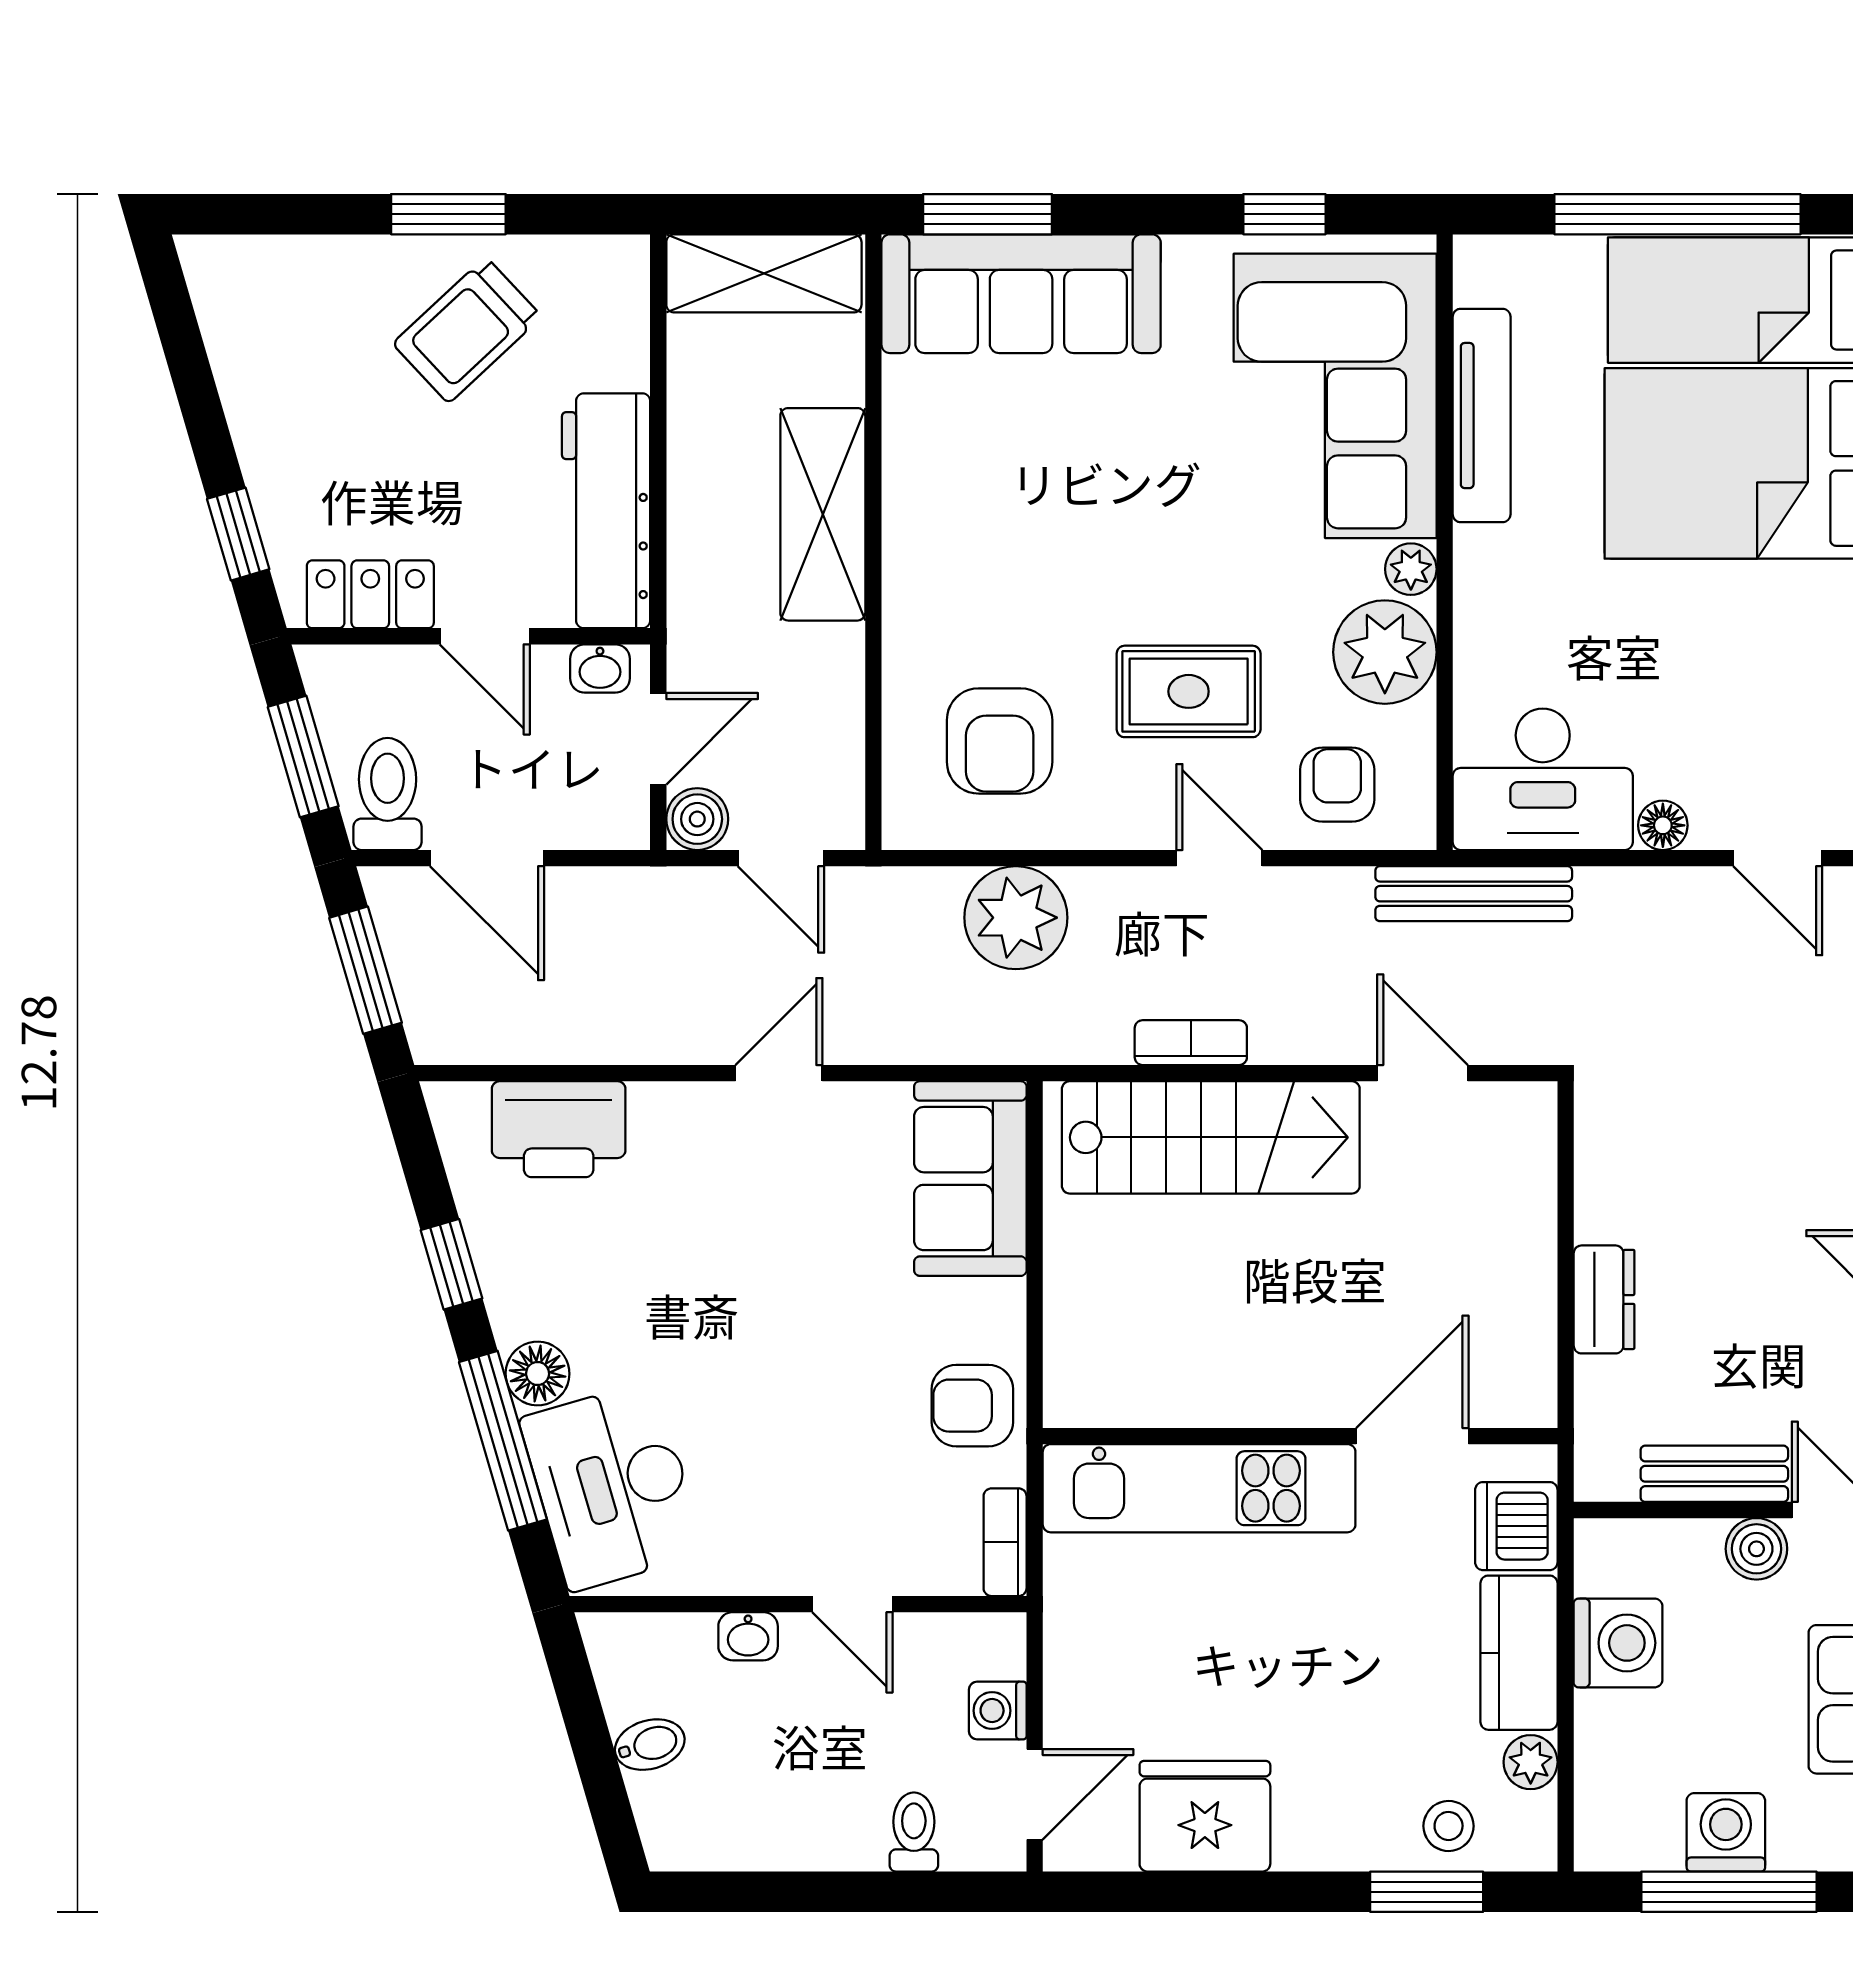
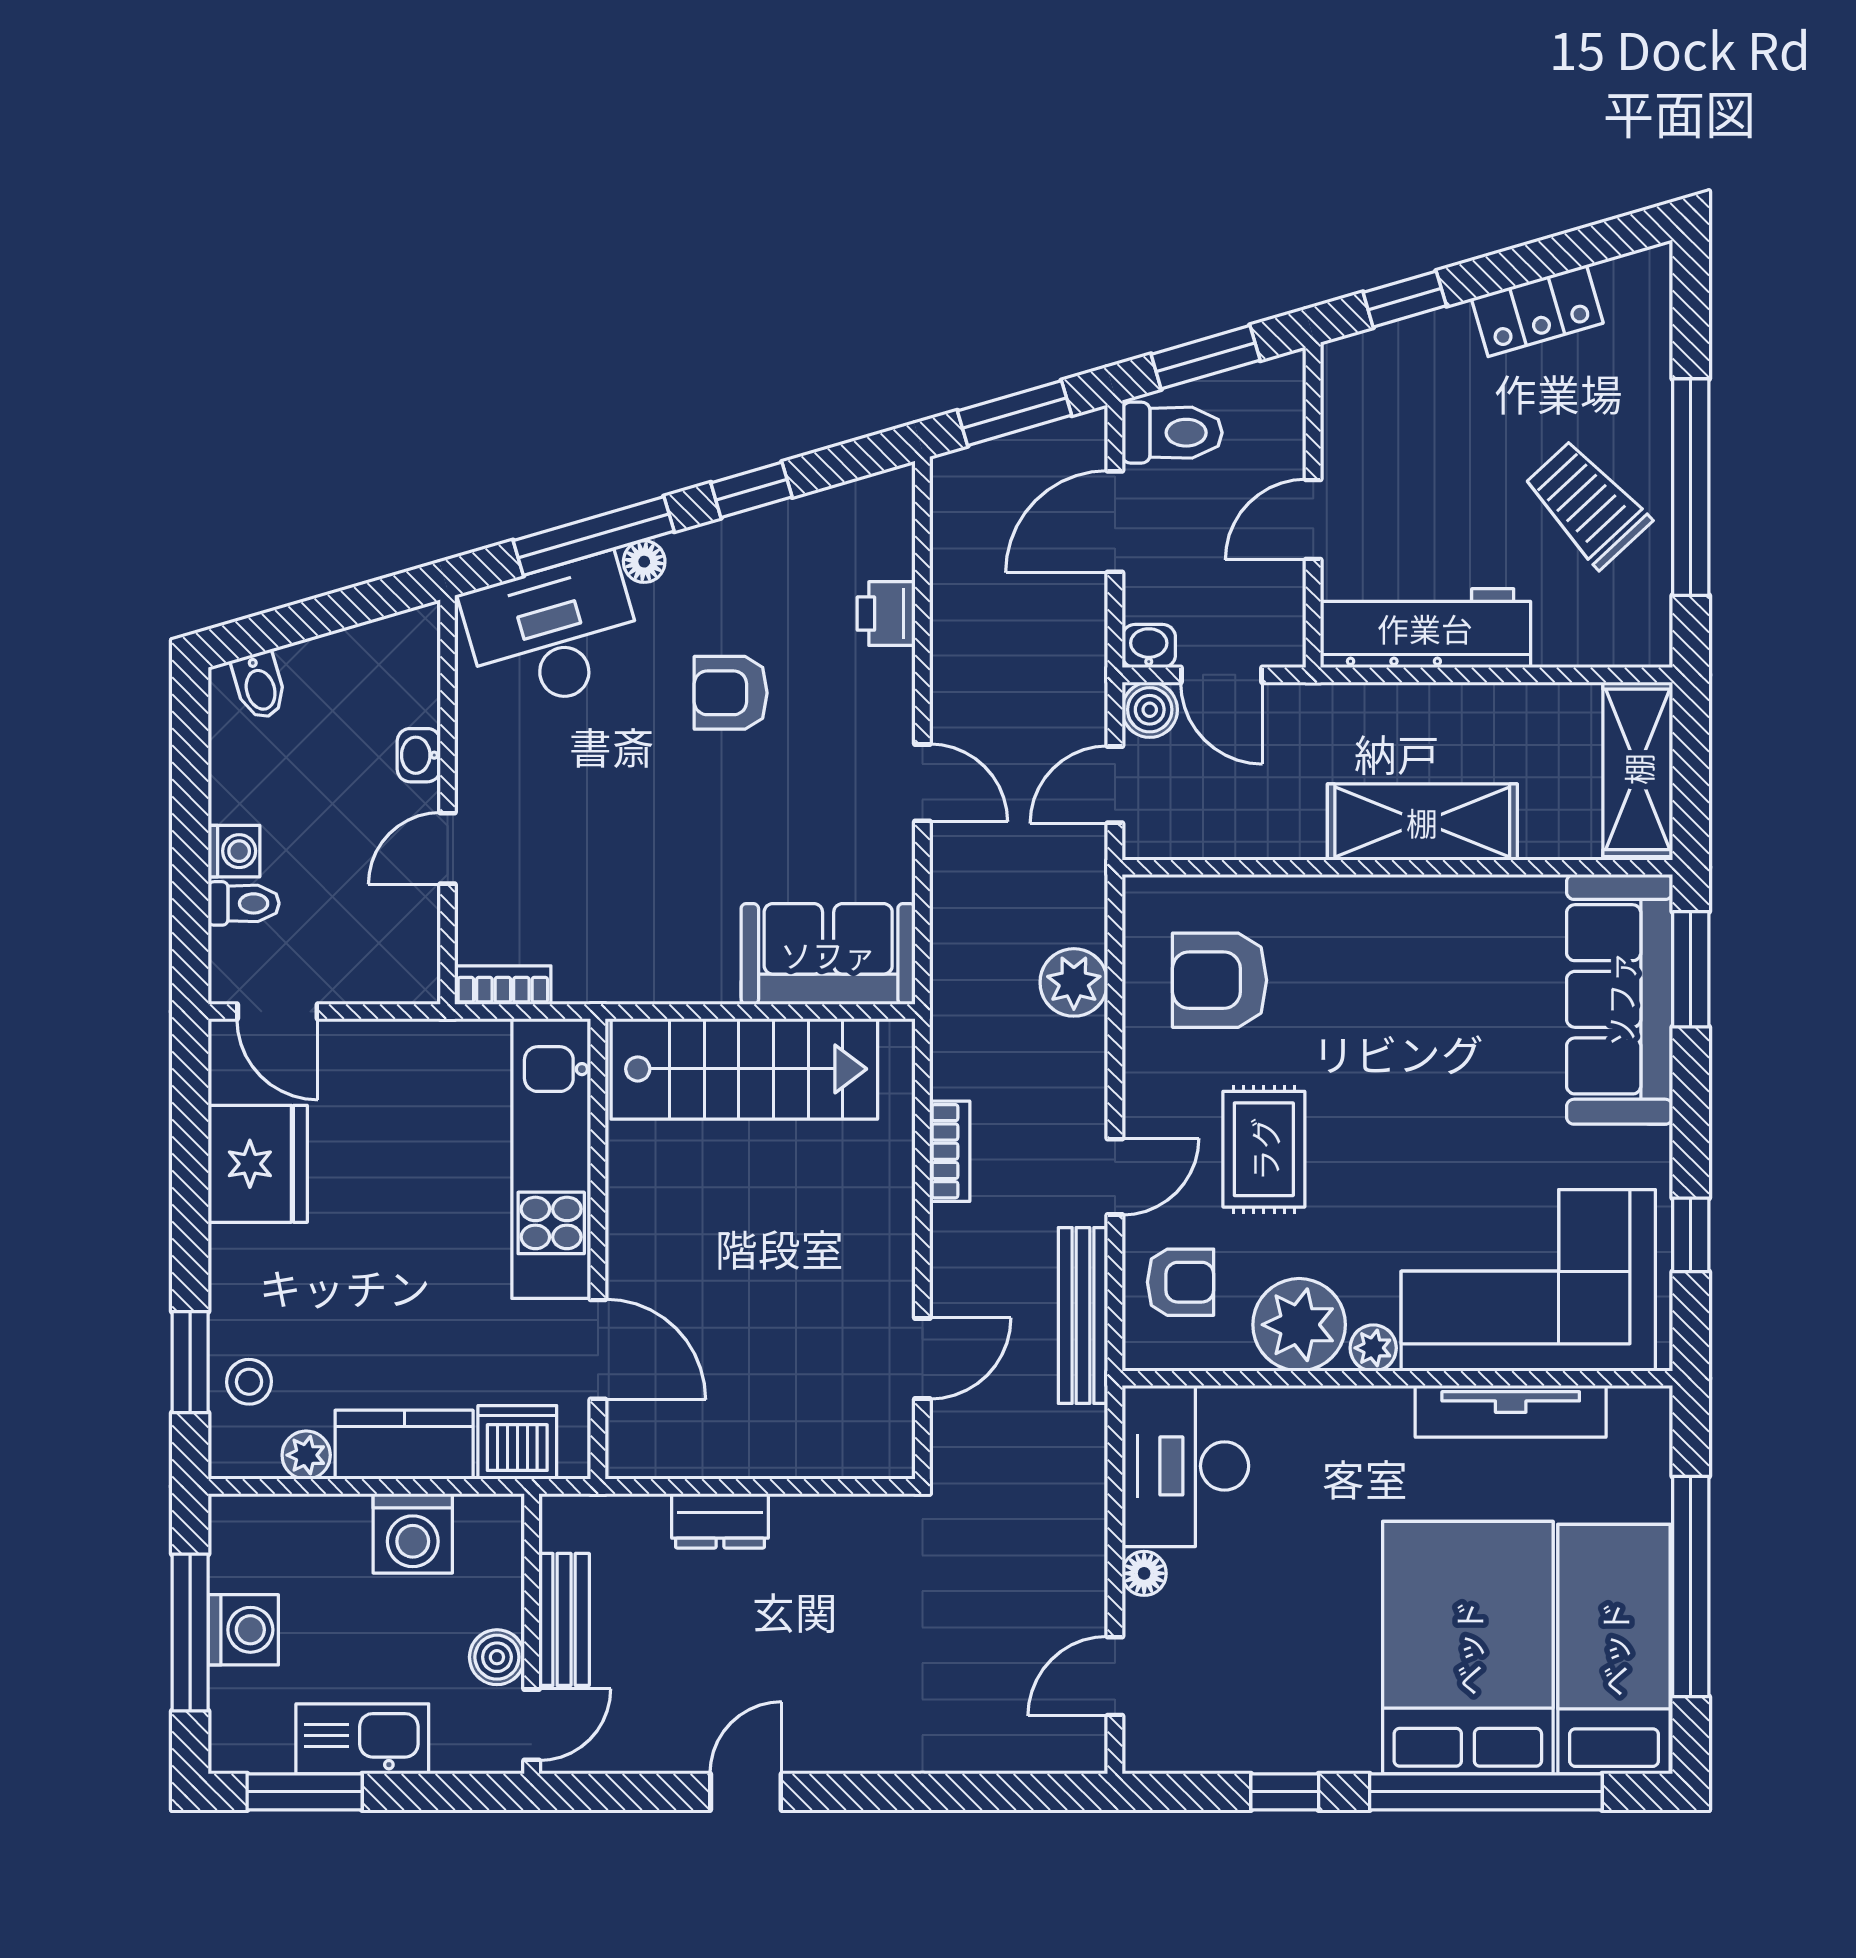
window: (448, 214) -> (1691, 487), width x2.11
locker: (370, 594) -> (1537, 311), moved, turned 74
washbasin: (600, 668) -> (1149, 646), moved, turned 90
bench: (1474, 894) -> (1083, 1315), moved
plant: (1016, 918) -> (1074, 982), width x0.73, depth x0.73
printer: (559, 1129) -> (886, 614), width x0.53, depth x0.68
stairs: (1211, 1137) -> (744, 1069), moved, turned -90
floor lamp: (538, 1373) -> (644, 562), width x0.73, depth x0.73
armchair: (972, 1406) -> (731, 693), moved, turned -90
washing machine: (998, 1711) -> (234, 851), moved, turned 90
bidet: (650, 1745) -> (259, 686), moved

